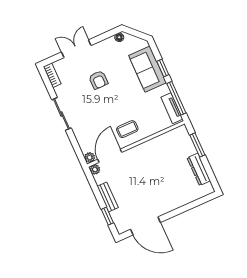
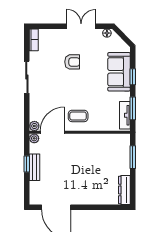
double door: (76, 49) -> (81, 26), moved
armchair: (98, 80) -> (72, 62), turned -90
window: (176, 98) -> (133, 108), width x0.69
dresser: (199, 169) -> (124, 190), moved
window: (107, 216) -> (27, 164), moved

